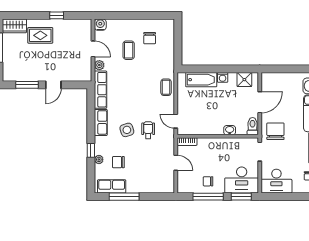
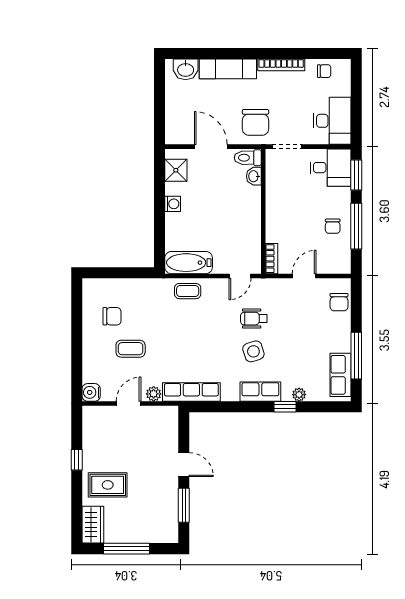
rug: (40, 35) -> (108, 485), turned 90
bathtub: (201, 80) -> (189, 263), moved, turned -90
row of seats: (101, 122) -> (260, 392), moved
washbasin: (230, 130) -> (254, 176), moved
chair: (275, 131) -> (256, 122), turned -90
chair: (118, 162) -> (339, 302), moved
desk: (242, 180) -> (331, 168), width x0.73

